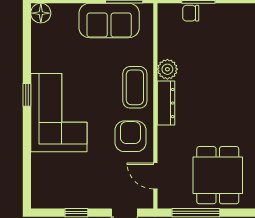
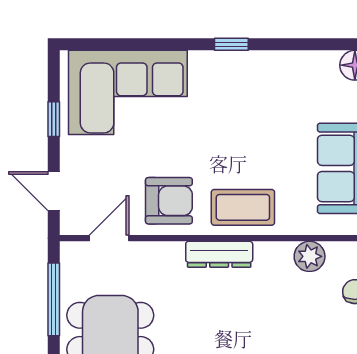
plant: (167, 69) -> (310, 256), moved
corner sofa: (59, 113) -> (128, 92), moved

